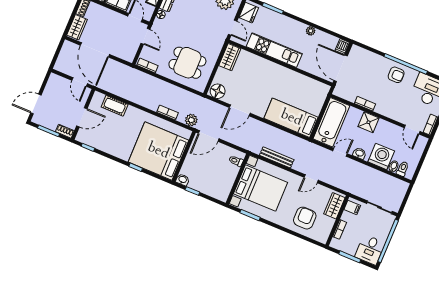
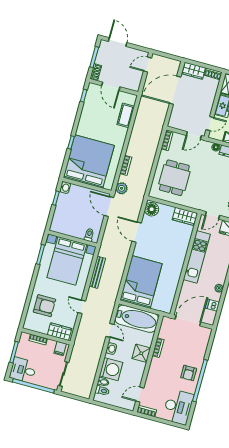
dishwasher: (342, 46) -> (212, 305), moved
door: (80, 82) -> (147, 65), moved
bed: (291, 118) -> (141, 282), width x1.50

